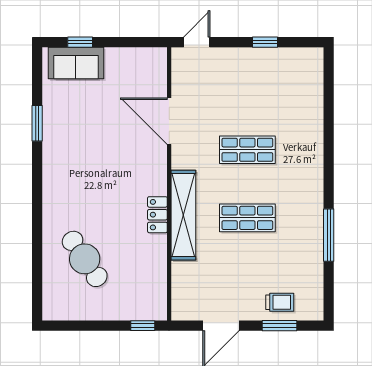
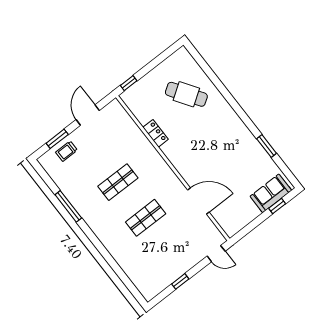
door: (197, 42) -> (216, 254), hinge flipped
locker: (157, 215) -> (156, 133), moved
shelving: (183, 215) -> (153, 158), removed

